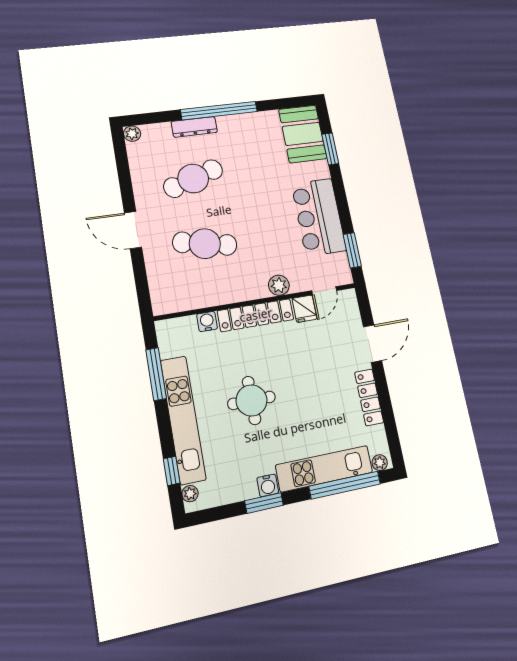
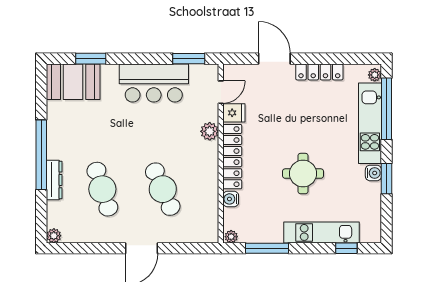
cafe table: (205, 244) -> (163, 189), turned -36
door: (324, 291) -> (221, 92), hinge flipped
kitchen unit: (183, 420) -> (321, 232), width x0.73
plant: (190, 494) -> (231, 237), moved

